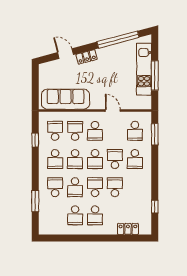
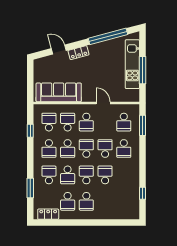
school desk: (95, 159) -> (86, 148), turned 180
locker: (128, 229) -> (48, 214), moved

